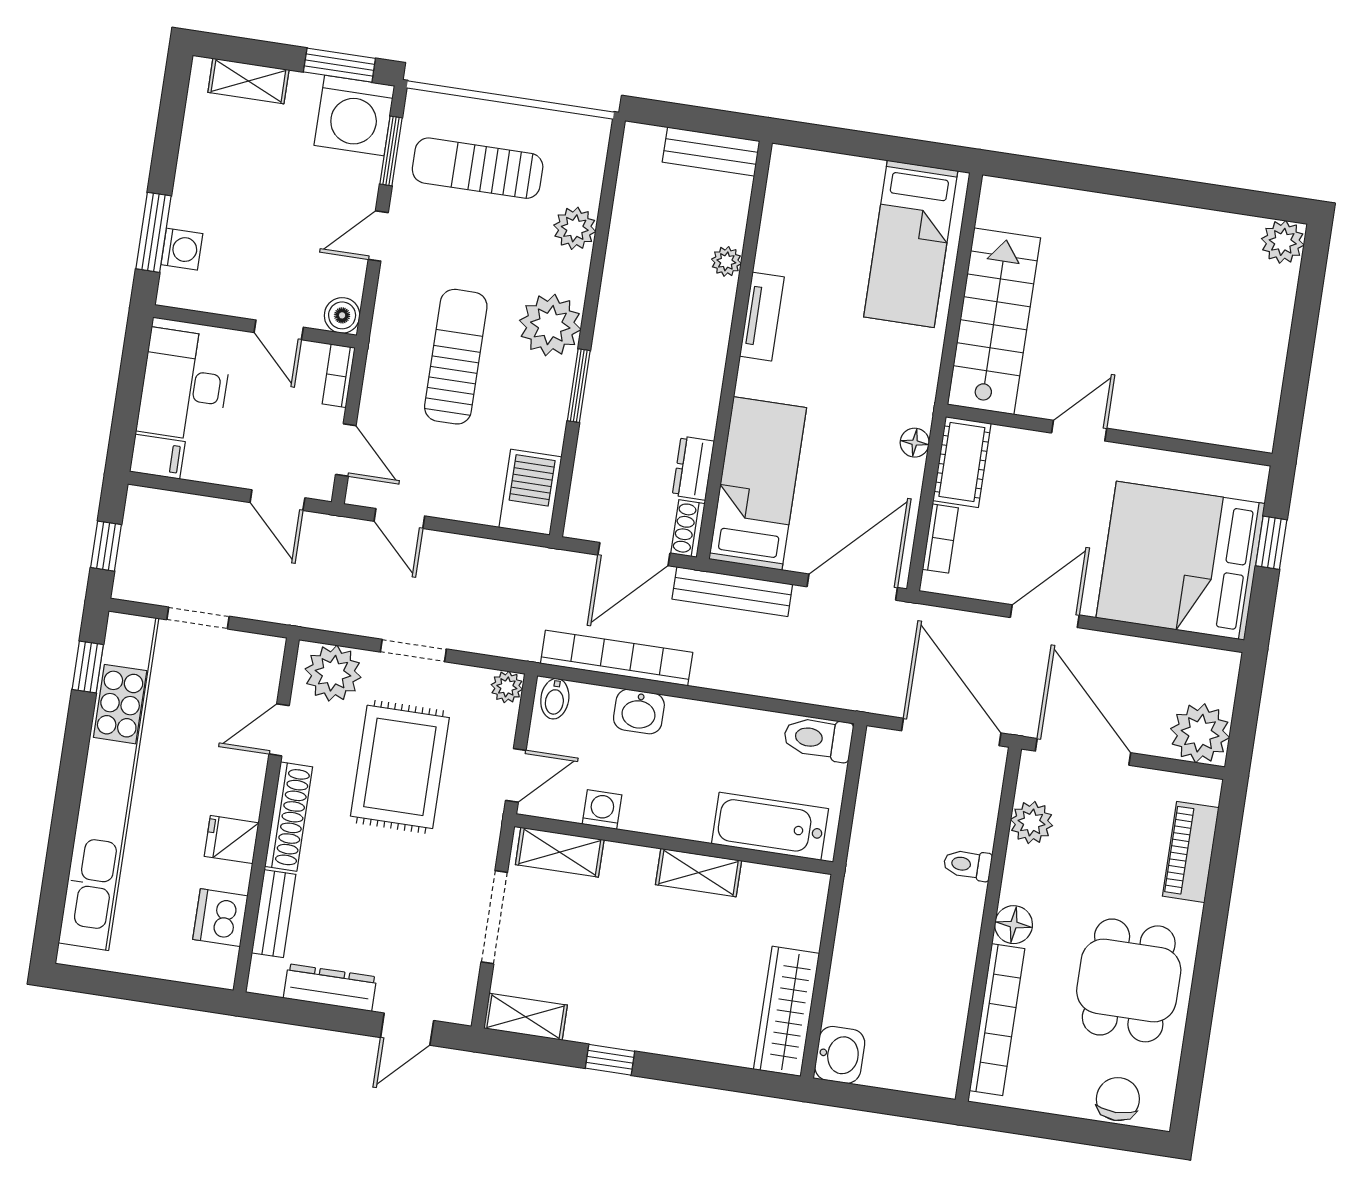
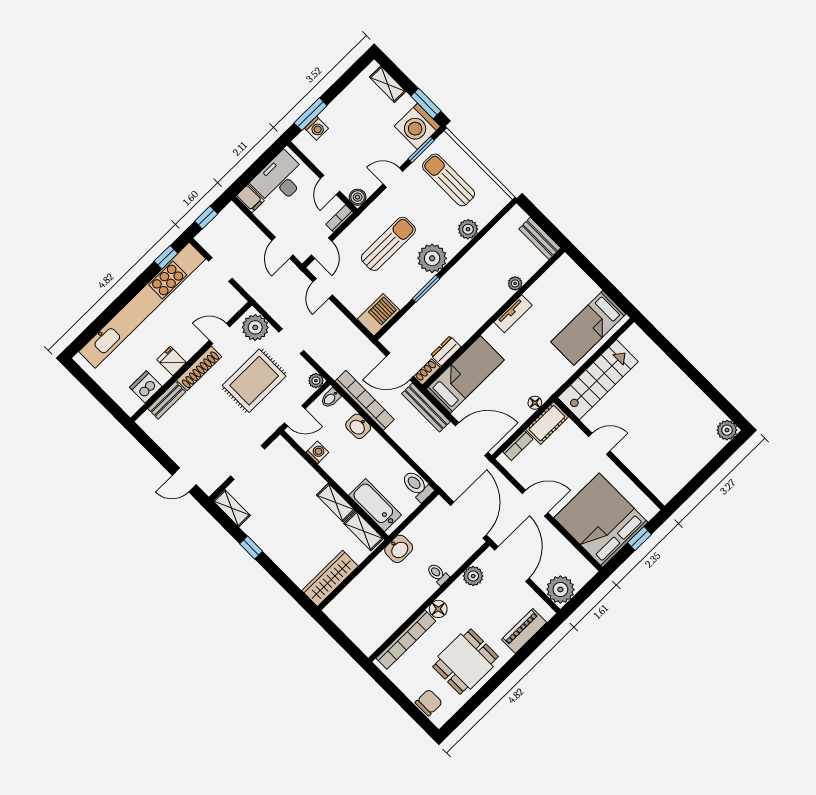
shelving: (560, 852) -> (364, 531), moved
dresser: (330, 988) -> (167, 443), removed
washbasin: (840, 1055) -> (399, 549), moved

